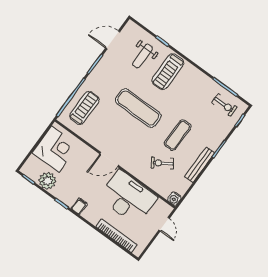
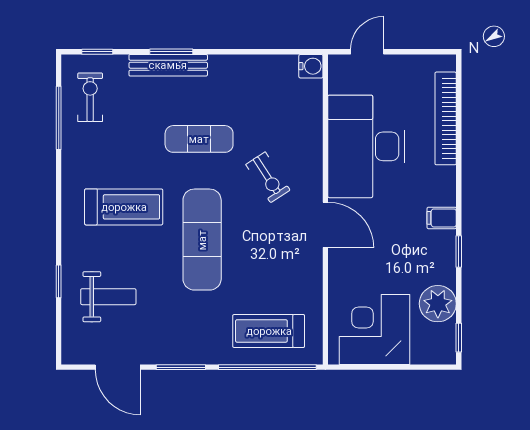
treadmill: (168, 72) -> (124, 207), moved
exercise bike: (162, 163) -> (268, 177), moved
bench: (200, 165) -> (168, 65), moved

